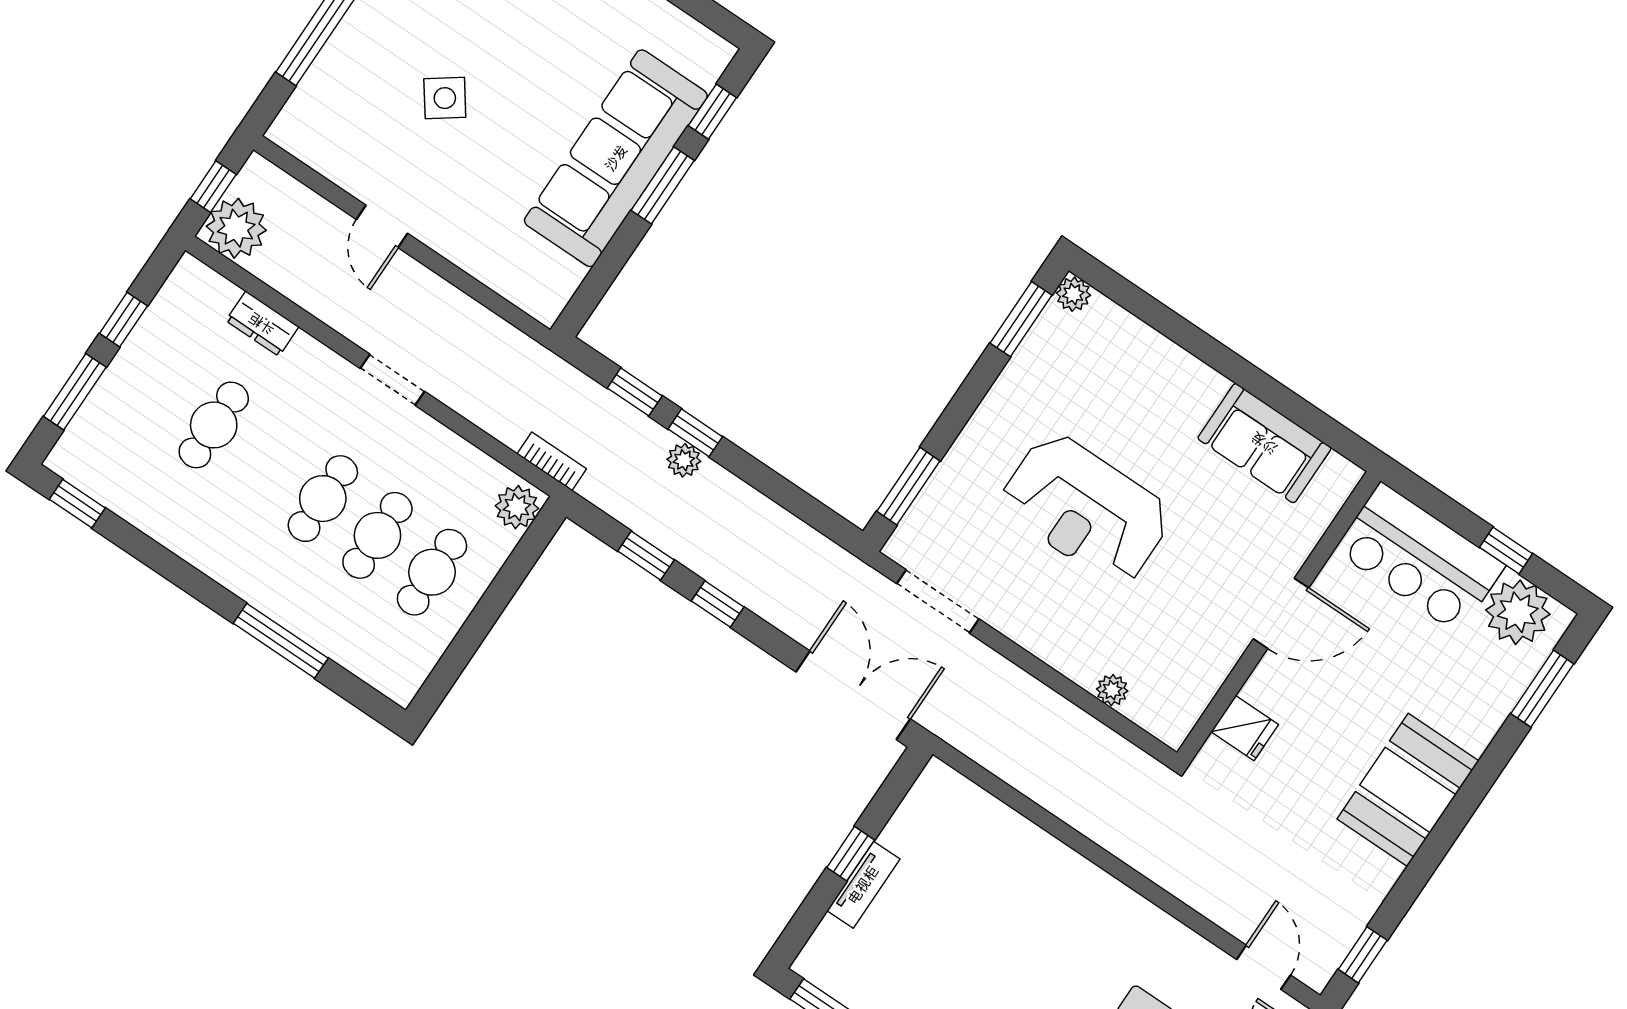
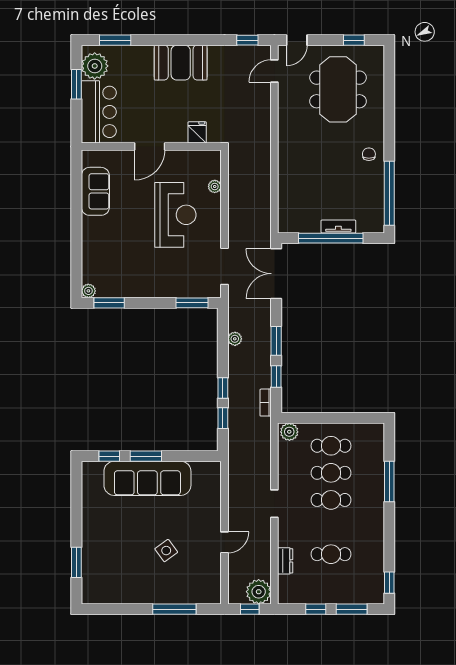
plant: (684, 460) -> (235, 339), moved
bookcase: (552, 461) -> (266, 403), moved
reception desk: (1086, 509) -> (175, 215), moved
window: (1506, 551) -> (76, 84), width x1.50
window: (718, 604) -> (276, 341), width x1.50
door: (1281, 613) -> (150, 147), swing flipped
window: (851, 854) -> (331, 238), width x3.17

